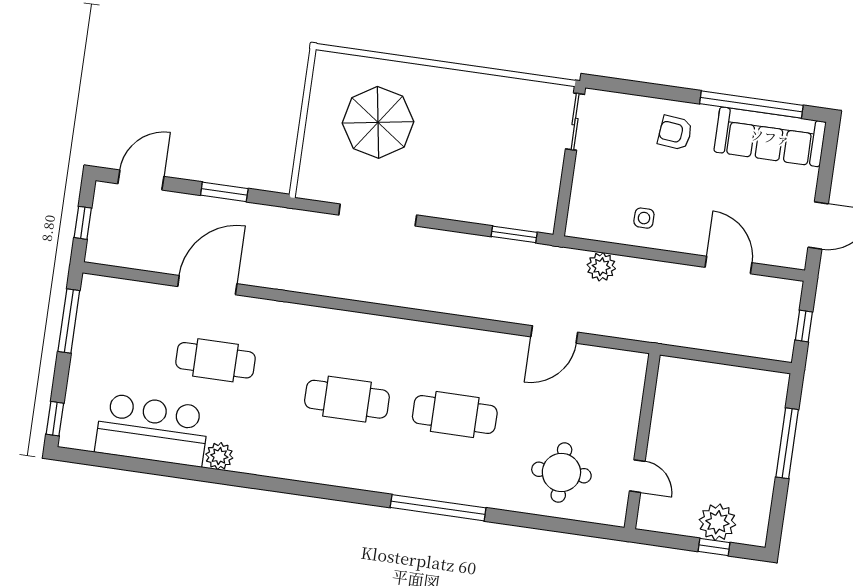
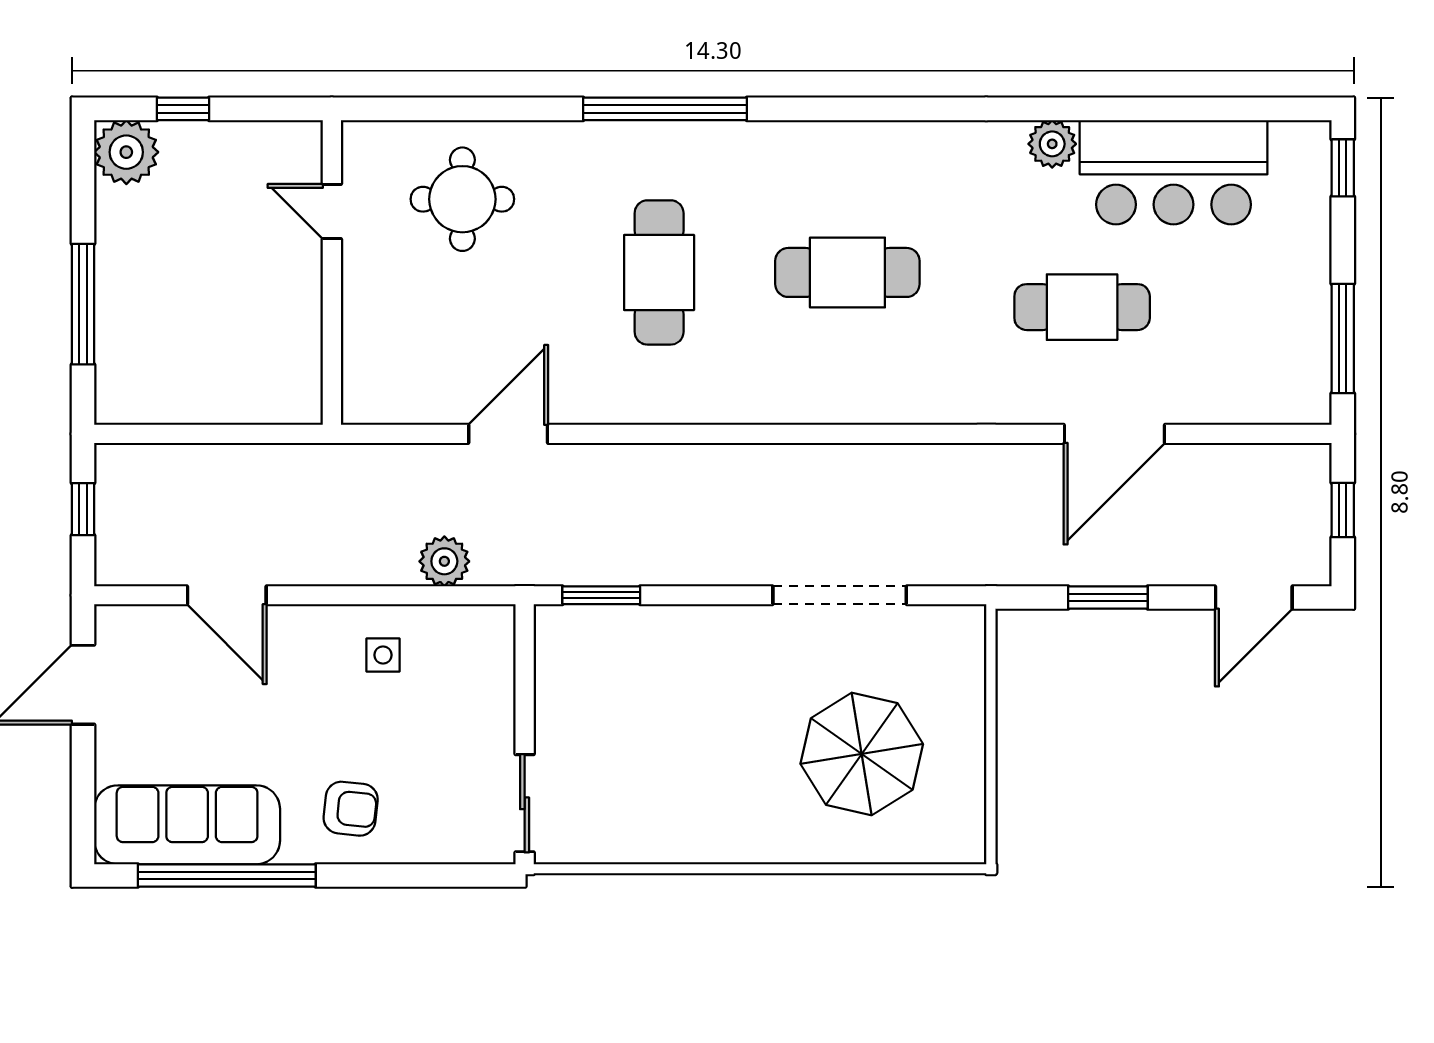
cafe table: (455, 415) -> (659, 272), turned 90
plant: (717, 522) -> (126, 152), moved

